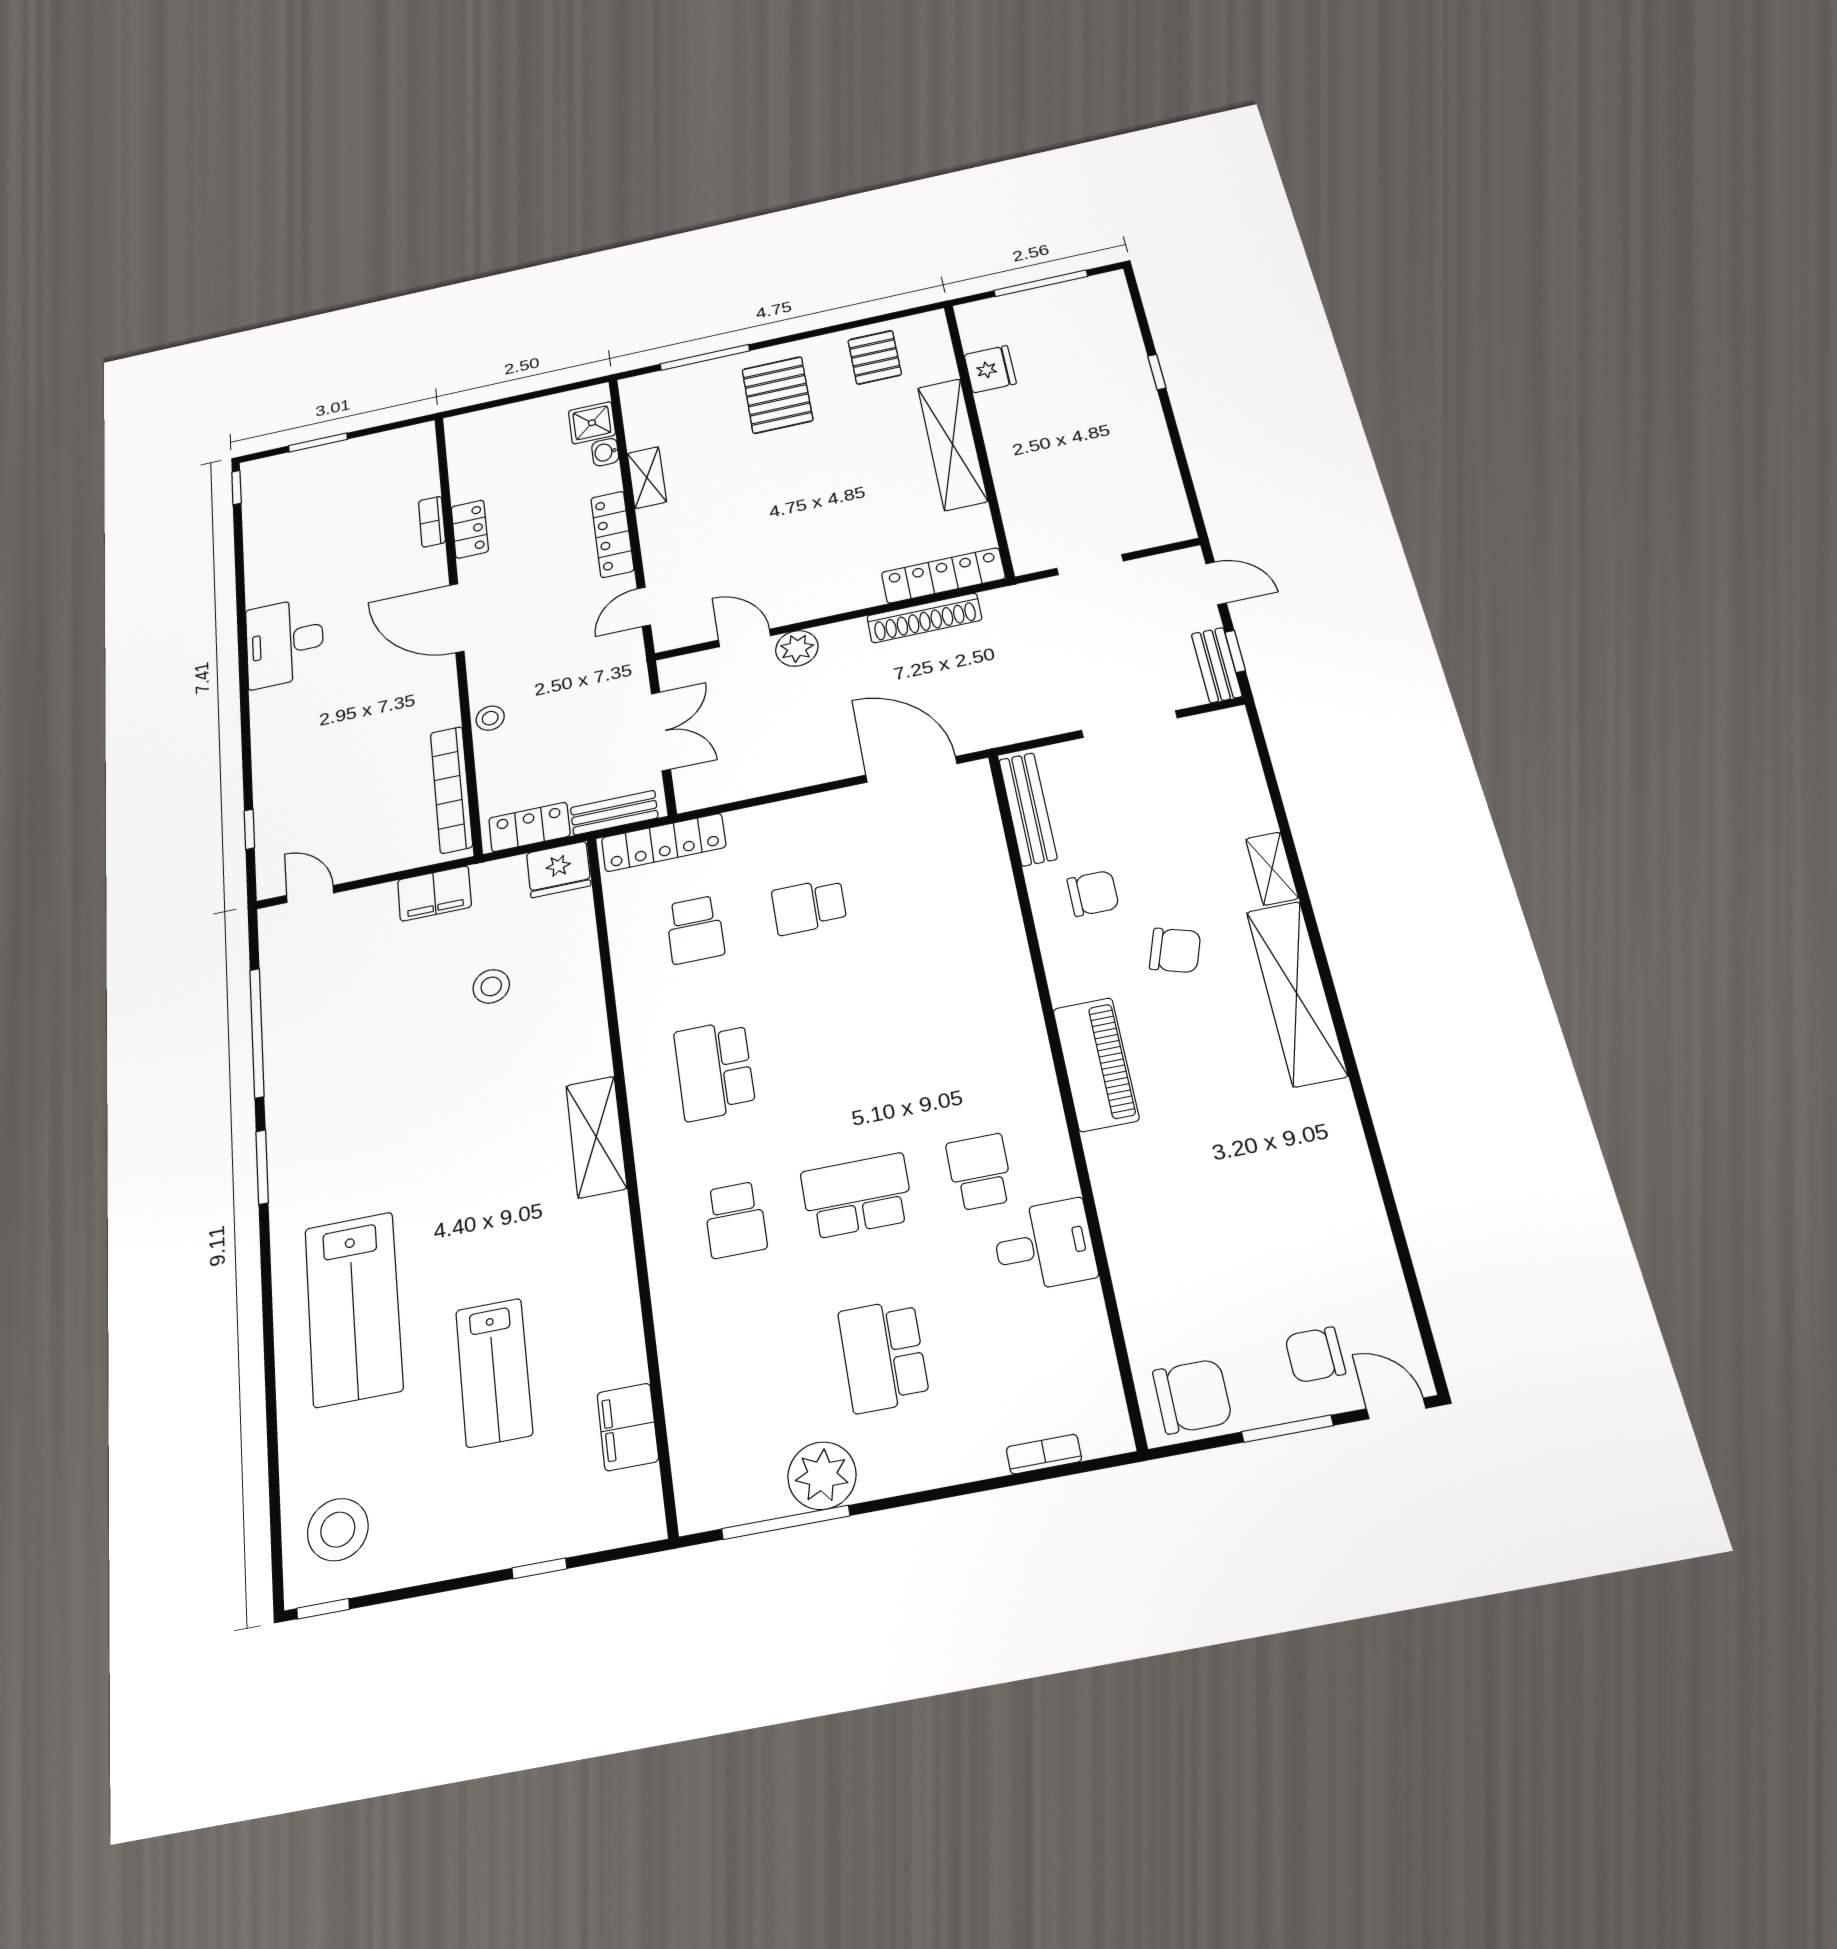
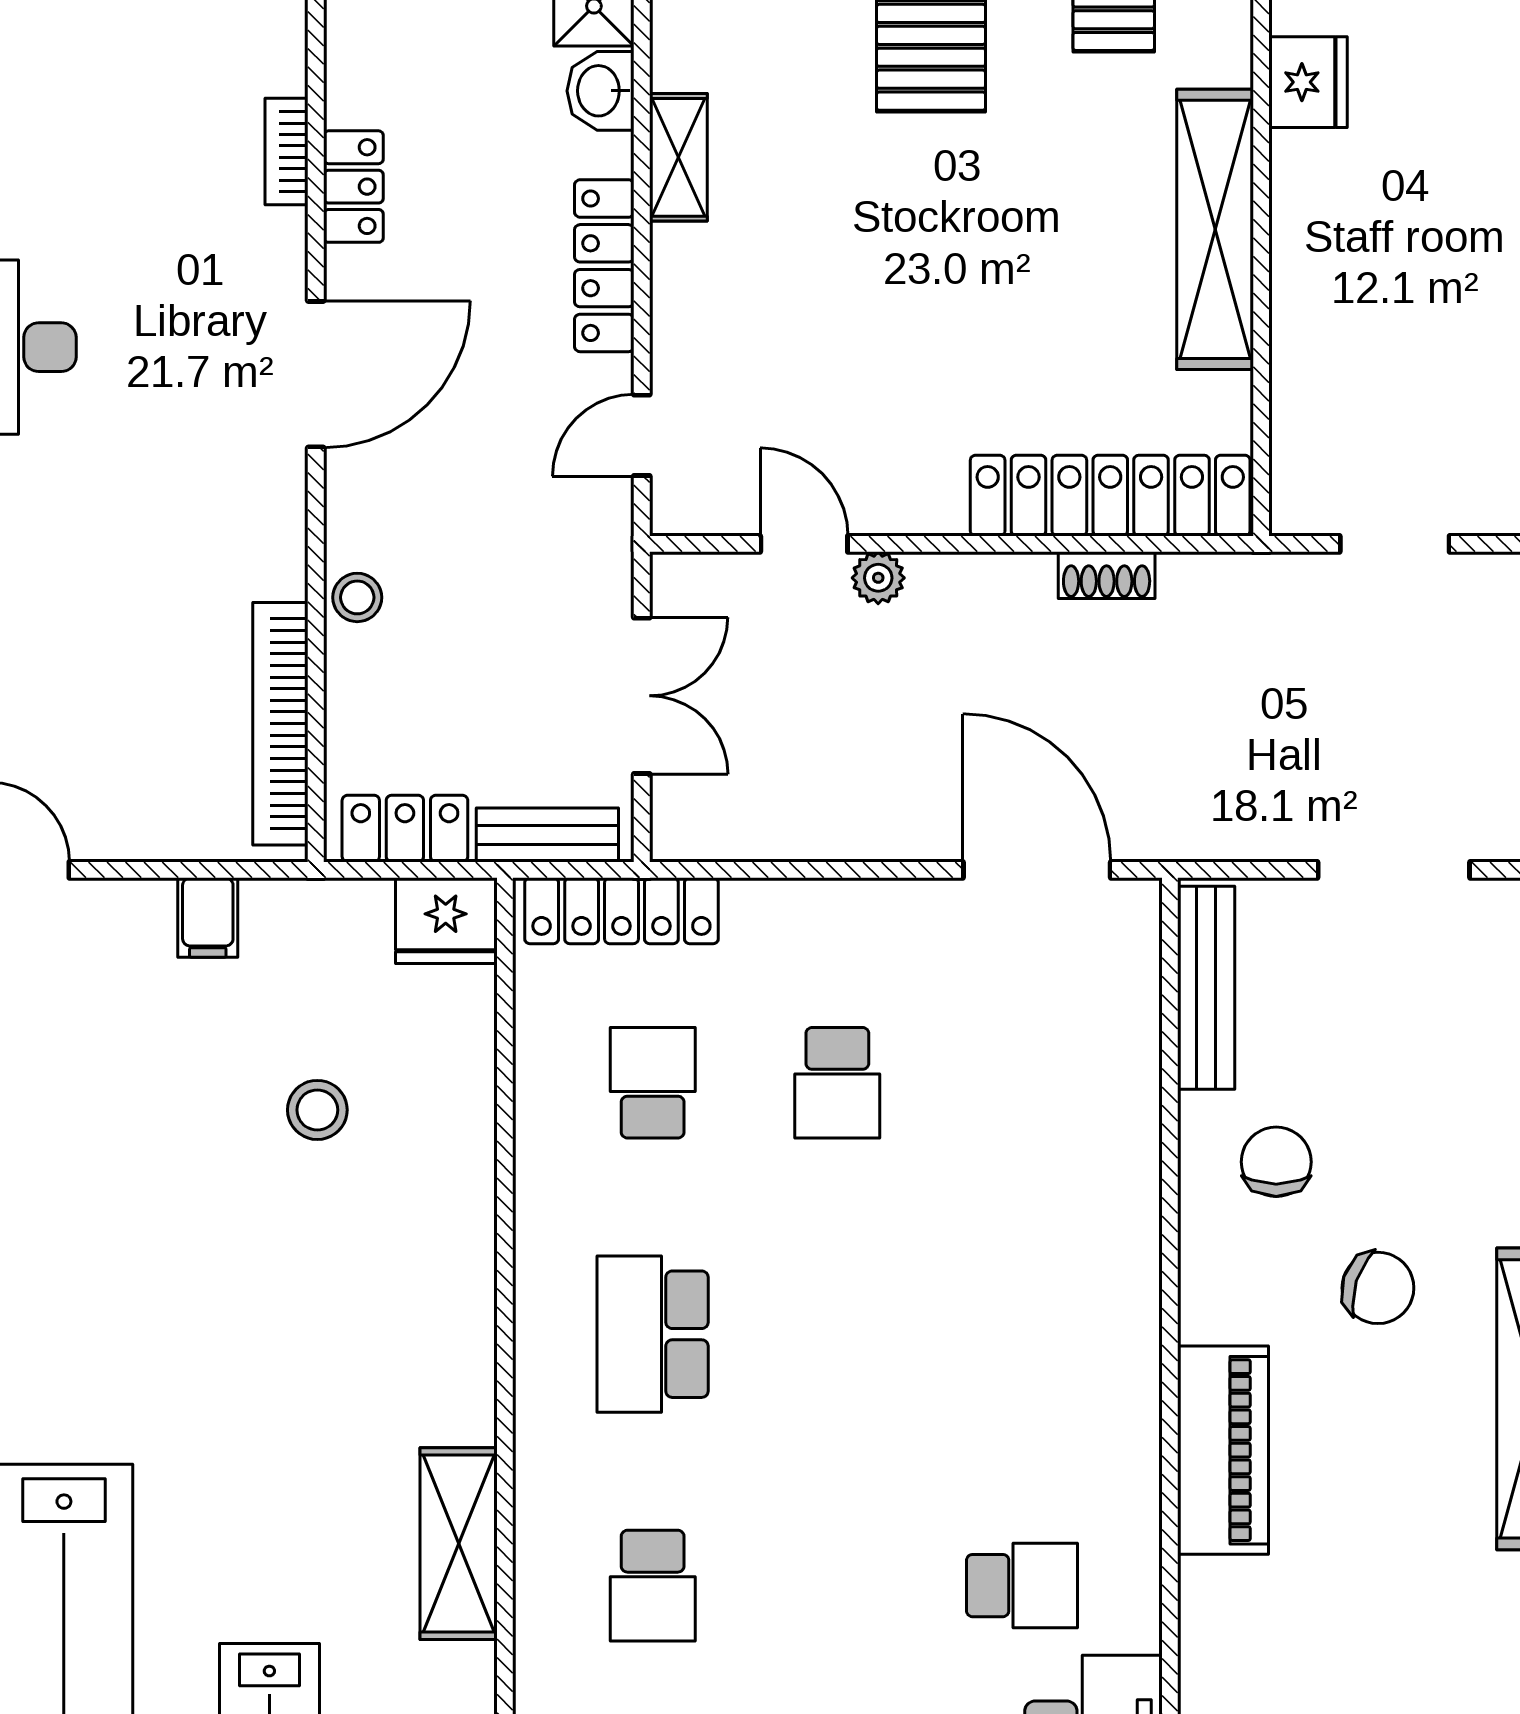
washbasin: (605, 452) -> (600, 91), width x1.38, depth x1.45
locker: (943, 575) -> (1110, 496), width x1.41, depth x1.21
door: (457, 618) -> (316, 374), swing flipped
shoe rack: (924, 618) -> (1107, 575), width x0.51, depth x0.81
plant: (797, 648) -> (878, 578), width x0.73, depth x0.73
filing cabinet: (434, 893) -> (208, 917), width x0.50
chair: (1093, 893) -> (1276, 1162), turned -90
school desk: (809, 906) -> (837, 1083), turned -90
school desk: (695, 930) -> (653, 1083), turned 180
shelving: (596, 1137) -> (459, 1544), moved
school desk: (980, 1172) -> (1022, 1586), turned 90
school desk: (857, 1196) -> (837, 1586), removed

